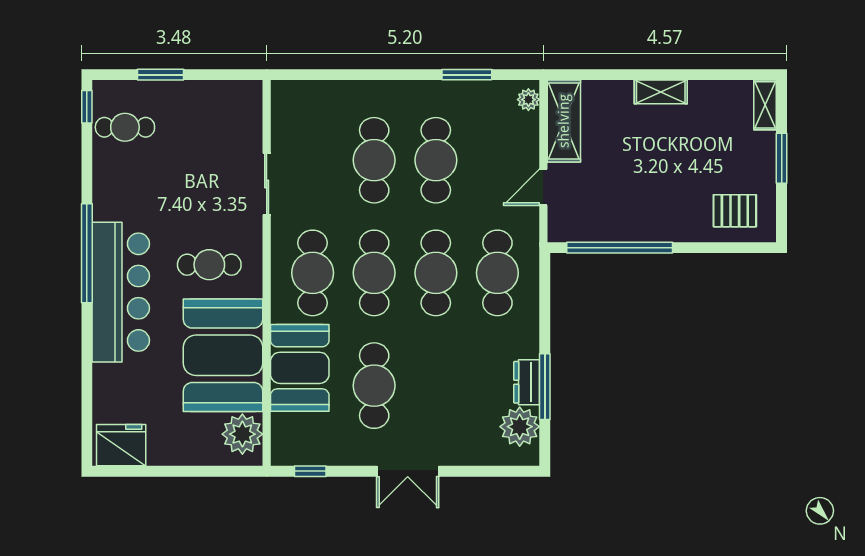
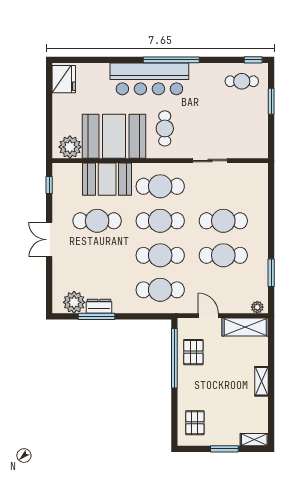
cafe table: (125, 127) -> (242, 81), turned 90
pallet: (609, 214) -> (193, 352), added

